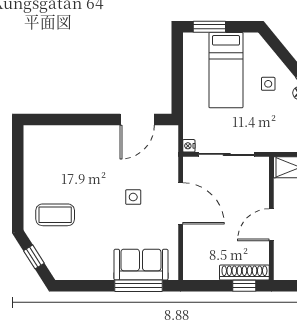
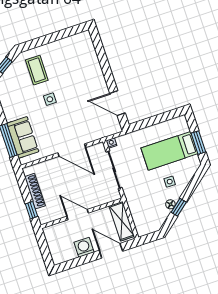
window: (209, 27) -> (198, 143), moved
side table: (133, 197) -> (50, 99), moved
door: (181, 203) -> (72, 150), hinge flipped
shoe rack: (244, 273) -> (35, 191), moved

